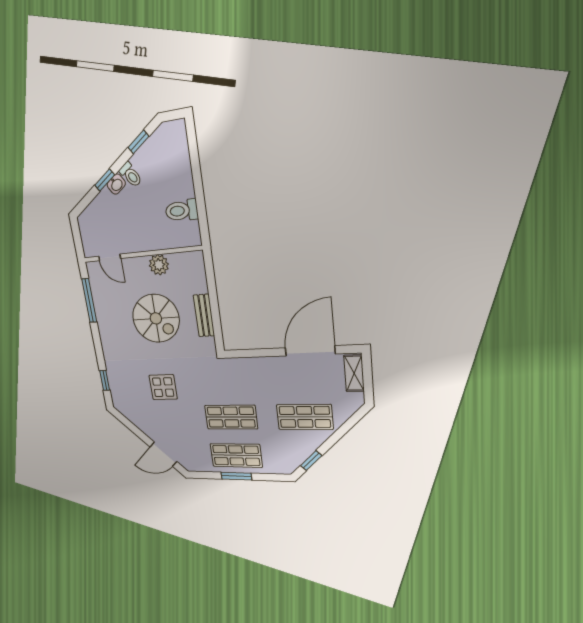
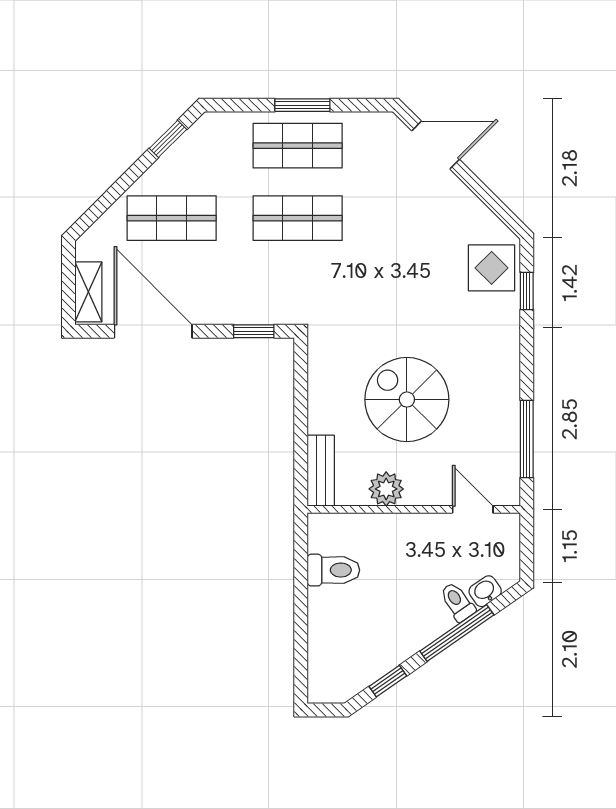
toilet: (131, 175) -> (457, 602), moved
window: (105, 180) -> (457, 633), width x2.17
washbasin: (116, 184) -> (485, 591), moved
bench: (204, 315) -> (321, 471), moved
door: (310, 351) -> (153, 331), swing flipped
window: (248, 353) -> (254, 331), added
display table: (163, 387) -> (492, 268), moved

